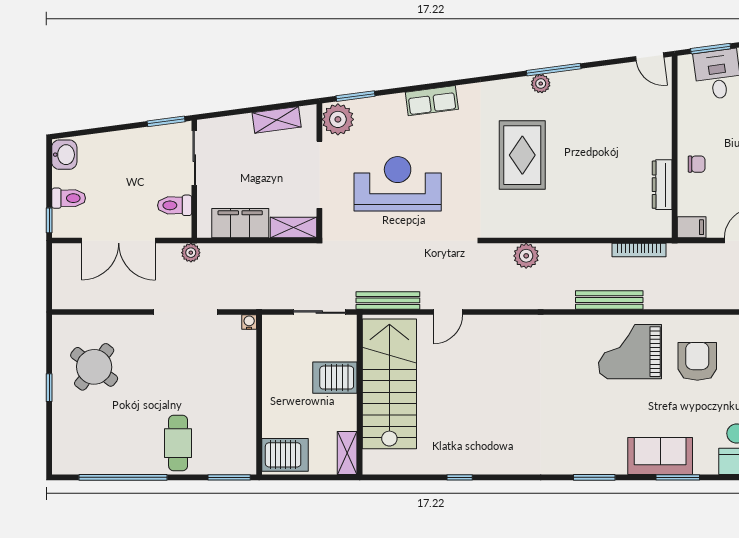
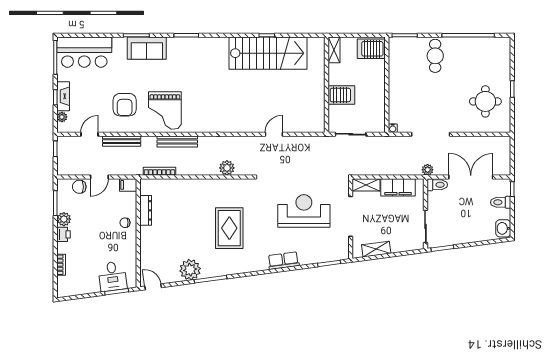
plant: (541, 84) -> (190, 270), moved, width x1.87, depth x1.87
plant: (338, 119) -> (340, 249), removed
reception desk: (398, 184) -> (304, 211), turned 180
toilet: (175, 205) -> (437, 185), moved
bench: (388, 300) -> (122, 141), moved
grand piano: (630, 352) -> (165, 111), turned 90
round table: (94, 367) -> (485, 101), turned -37
stairs: (389, 384) -> (268, 53), moved, turned -90

